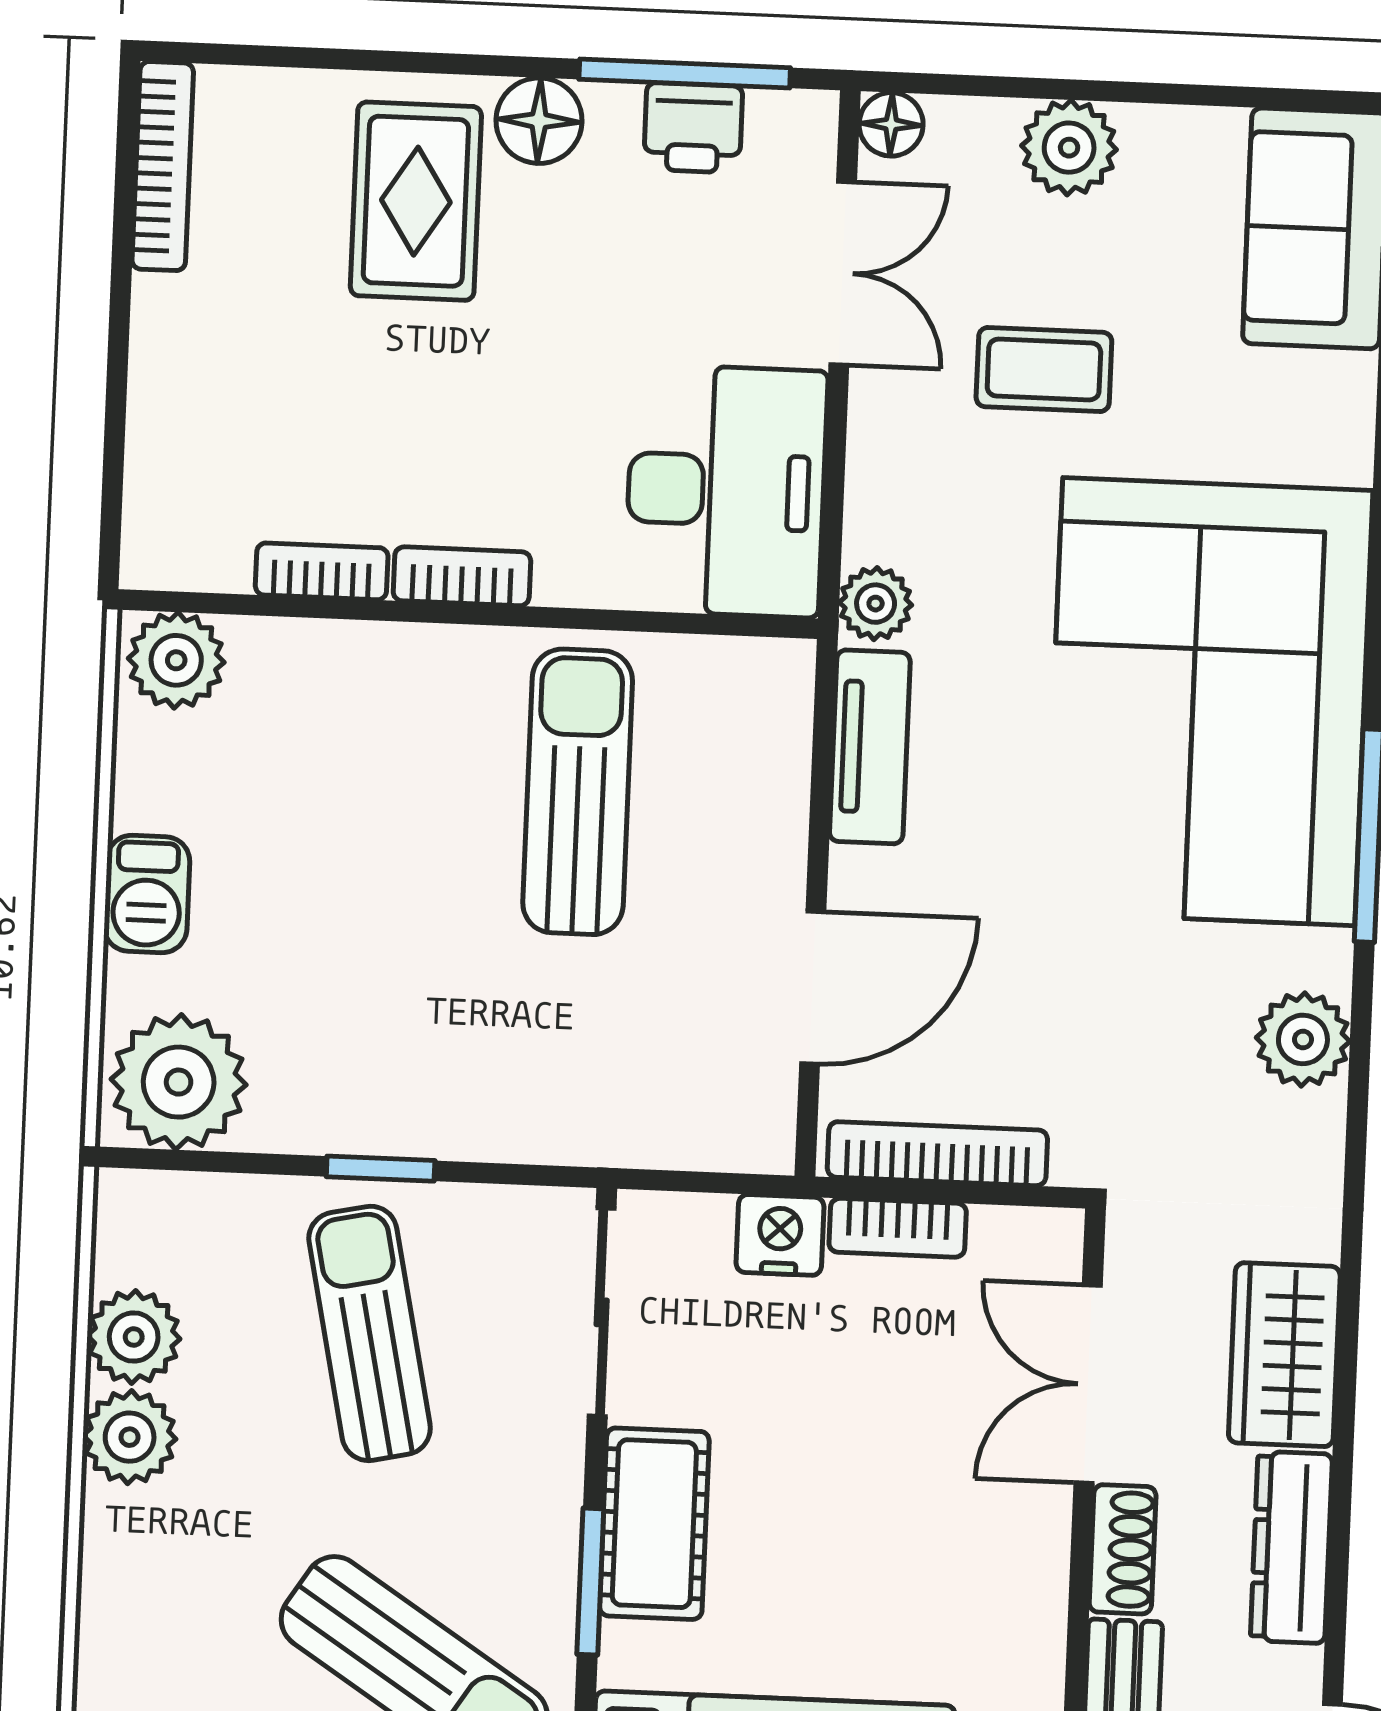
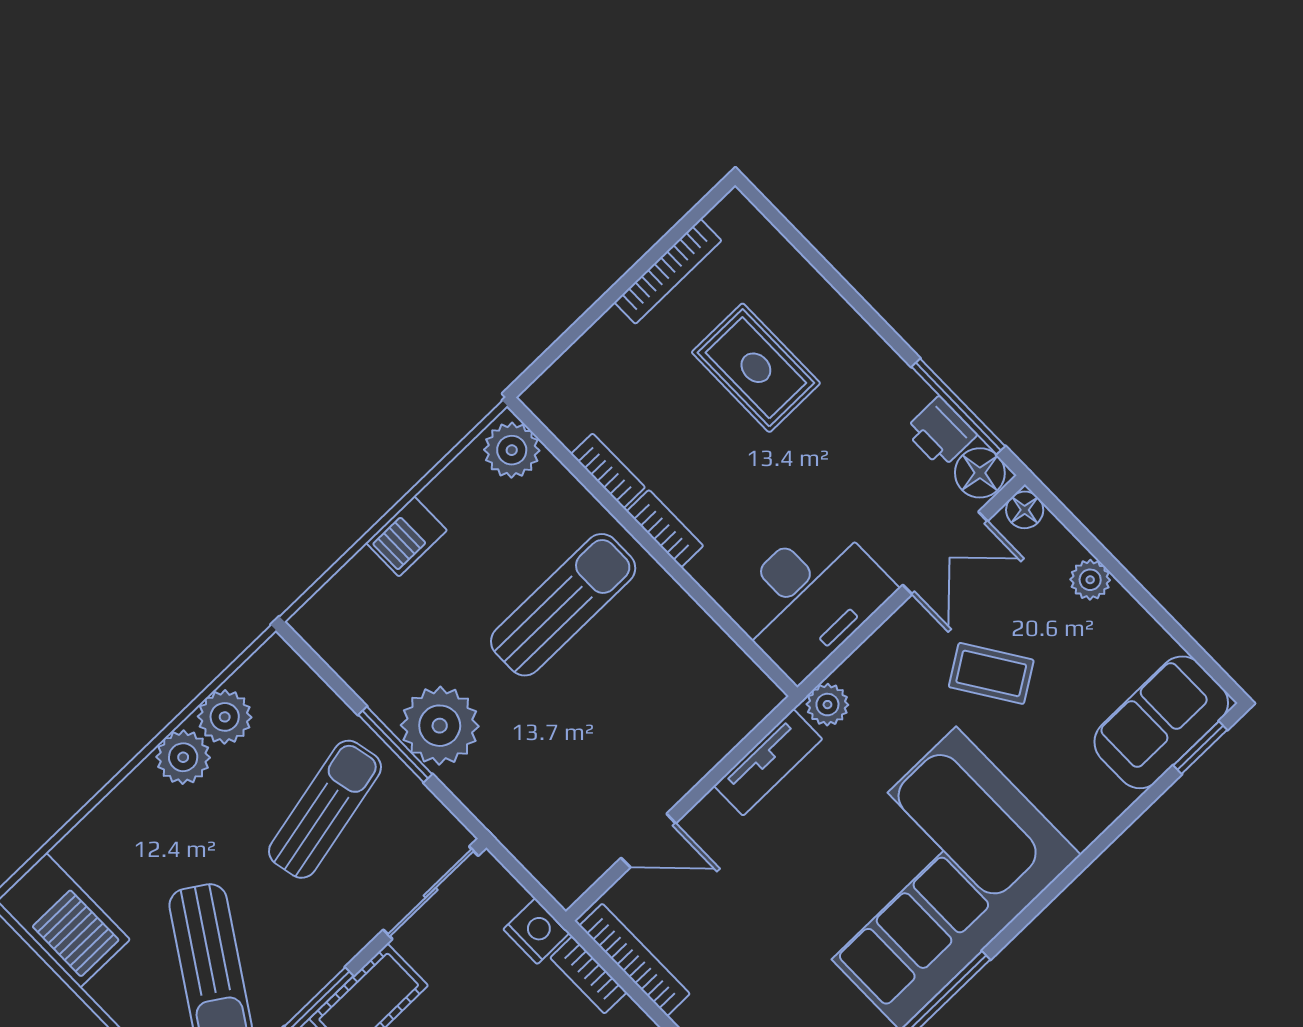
floor lamp: (539, 121) -> (980, 473), moved
plant: (1069, 148) -> (1090, 580), width x0.73, depth x0.73
bookcase: (163, 166) -> (668, 271), moved
rug: (416, 201) -> (756, 368), moved, turned 90
coffee table: (1044, 370) -> (991, 673), turned -33
sun lounger: (578, 792) -> (563, 605), moved
door: (813, 988) -> (648, 841), width x0.73
plant: (179, 1082) -> (440, 726), moved
window: (381, 1169) -> (395, 745), width x1.50

